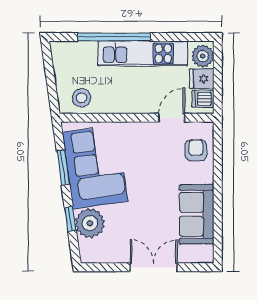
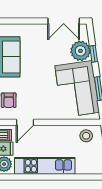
window: (114, 37) -> (64, 177), removed
double door: (154, 267) -> (64, 21), moved

